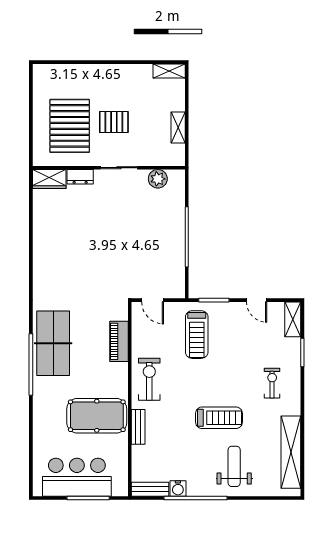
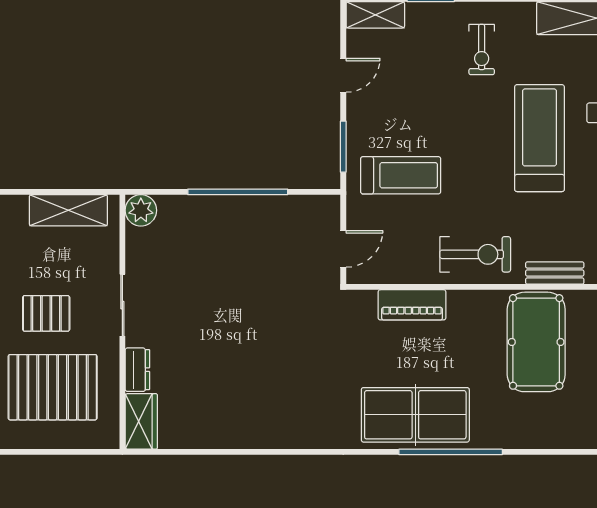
pallet: (114, 122) -> (46, 313), turned 90
shelving: (178, 128) -> (68, 210), width x1.50, depth x1.33
plant: (158, 179) -> (141, 210), moved
exercise bike: (149, 379) -> (475, 254), turned 180
exercise bike: (272, 383) -> (482, 50), turned -90
treadmill: (219, 418) -> (539, 138), width x1.37, depth x1.38

